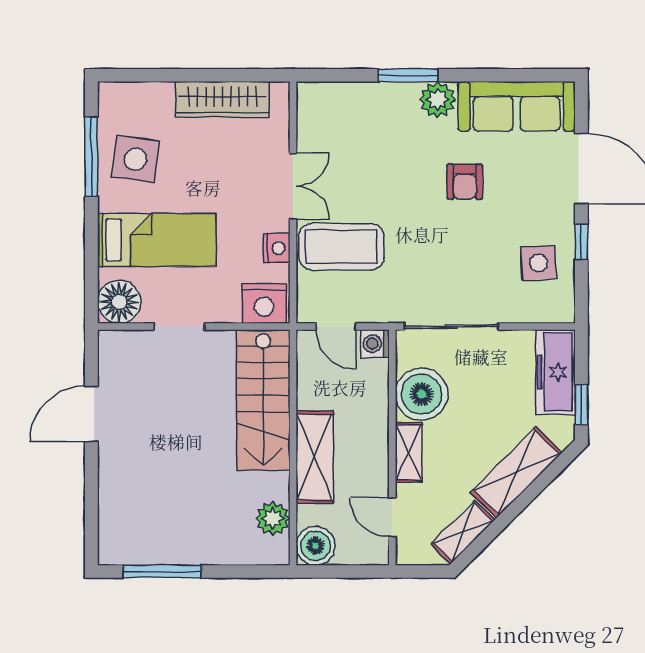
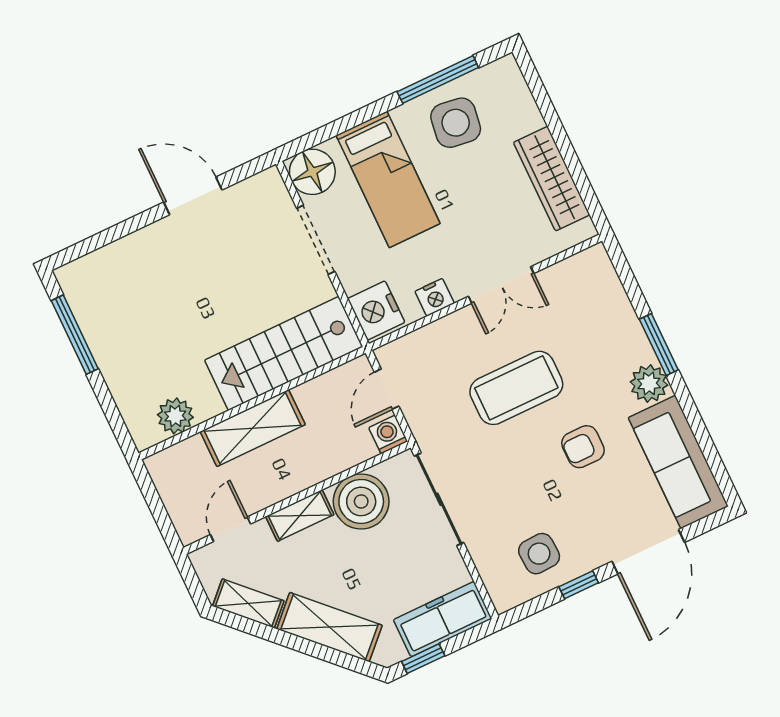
coffee table: (341, 247) -> (516, 388), moved, turned 90
doorway: (179, 326) -> (316, 240), width x1.38
boiler: (316, 546) -> (169, 469), removed

